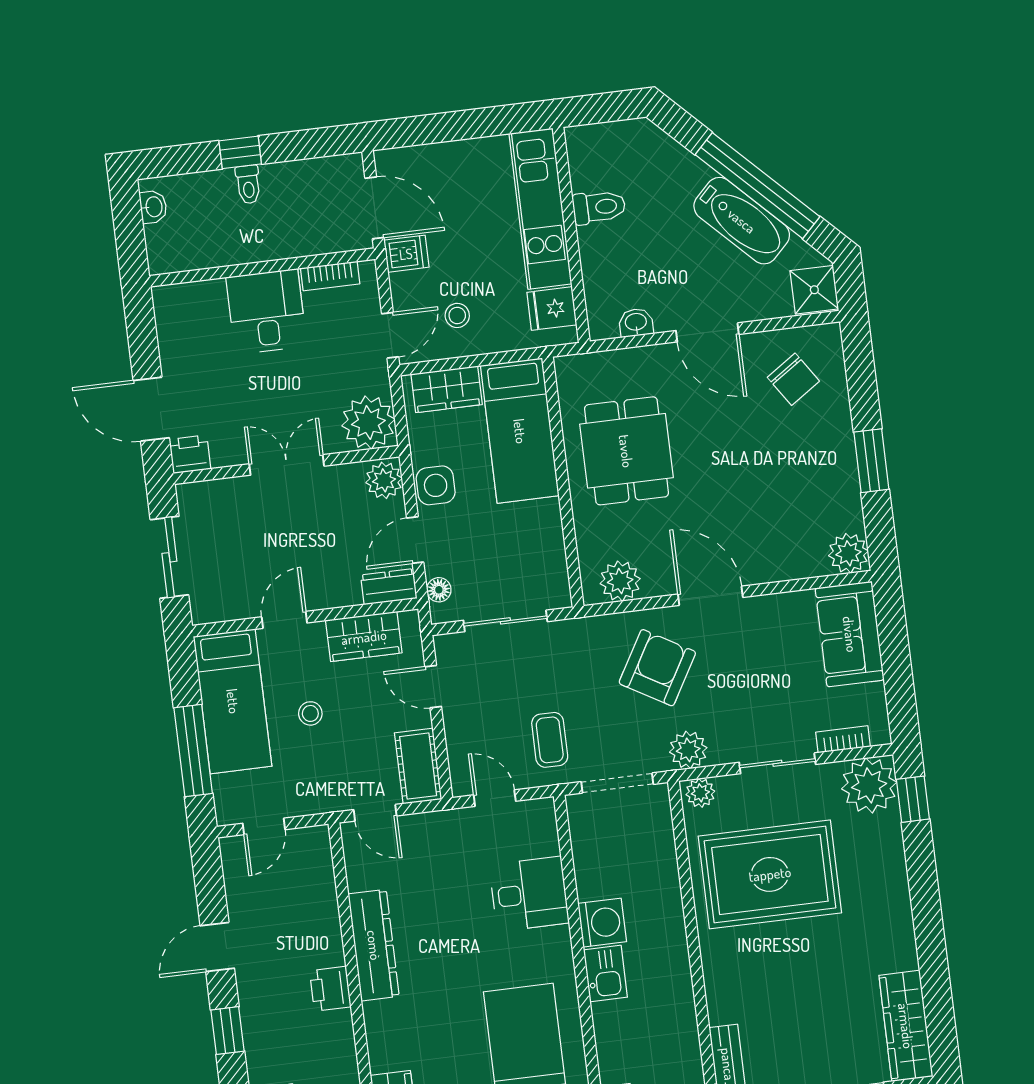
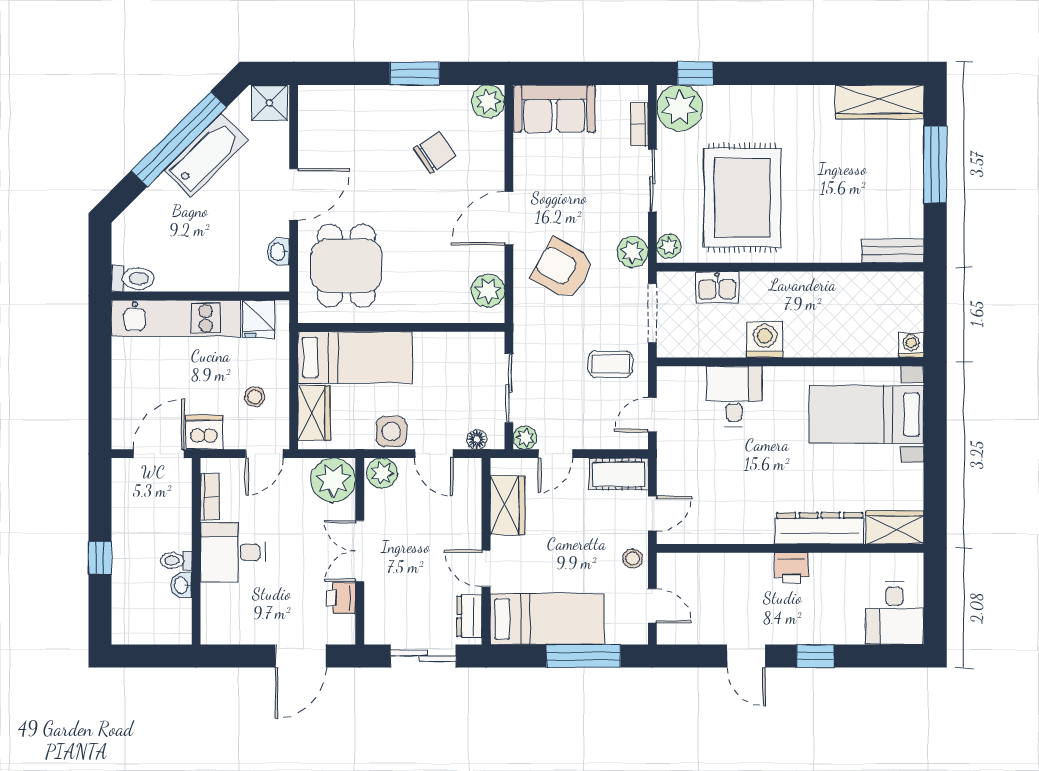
toilet: (248, 185) -> (176, 561), moved, turned 180
washbasin: (153, 207) -> (181, 585), moved, turned -90
toilet: (599, 207) -> (133, 279), moved, turned 90
dishwasher: (406, 254) -> (204, 432), width x1.38
door: (390, 335) -> (264, 454), swing flipped
chair: (793, 379) -> (435, 152), moved
dining table: (626, 451) -> (346, 266), moved, turned 90
printer: (190, 454) -> (341, 598), moved
dresser: (389, 587) -> (469, 616), moved
plant: (448, 648) -> (525, 438), added
stool: (310, 713) -> (633, 558), moved
dresser: (374, 945) -> (820, 528), moved
kitchen sink: (605, 973) -> (717, 287), moved, turned 180

